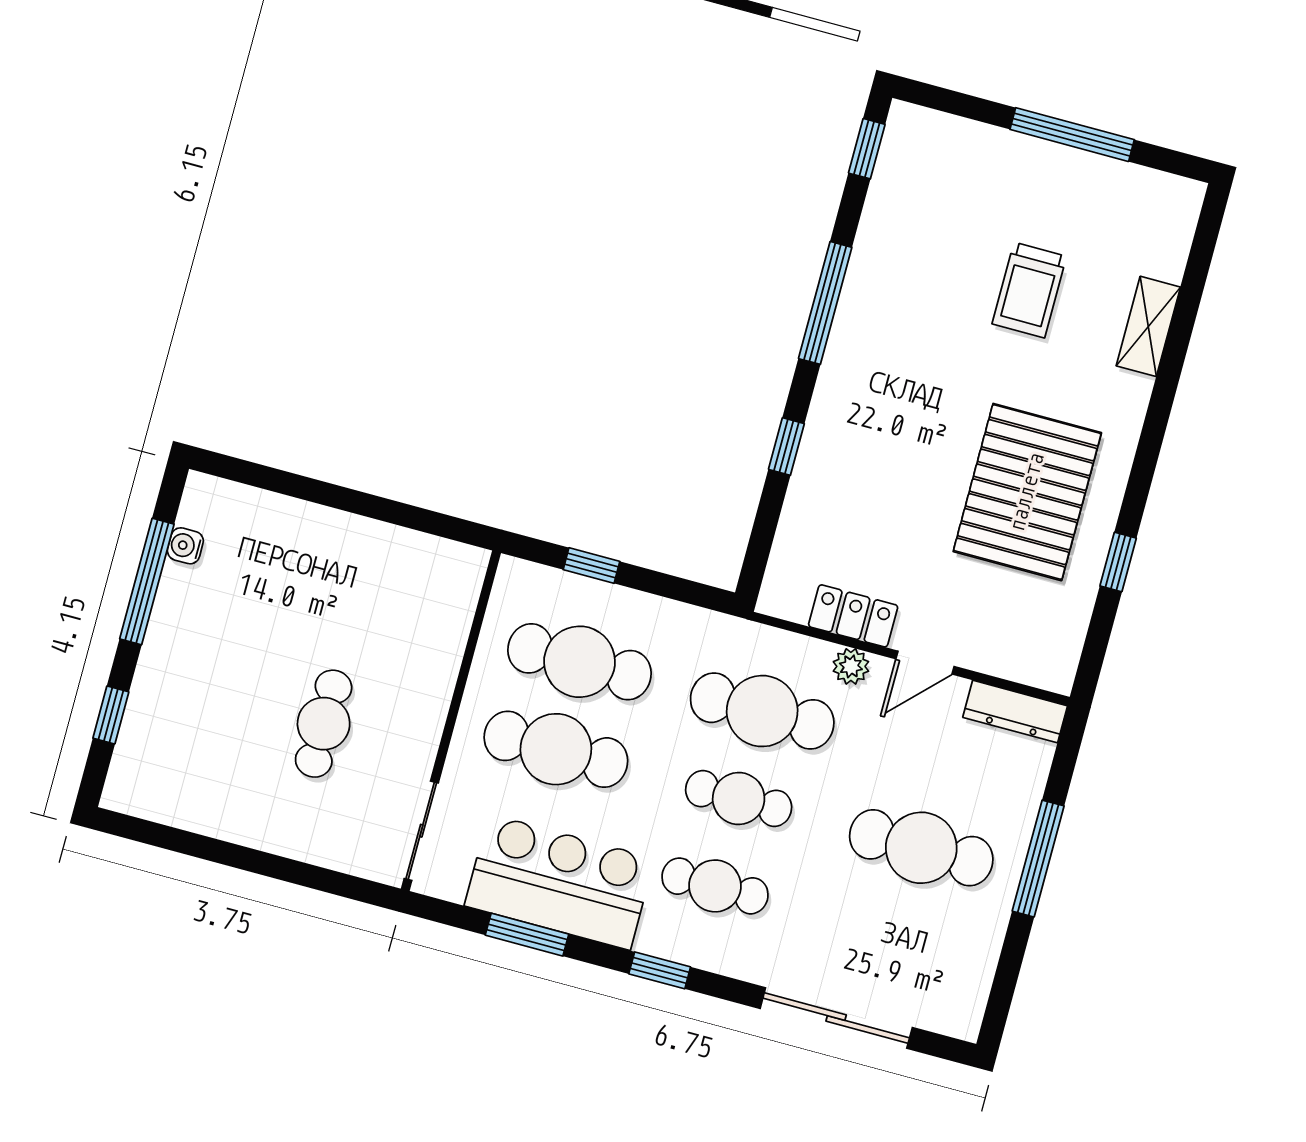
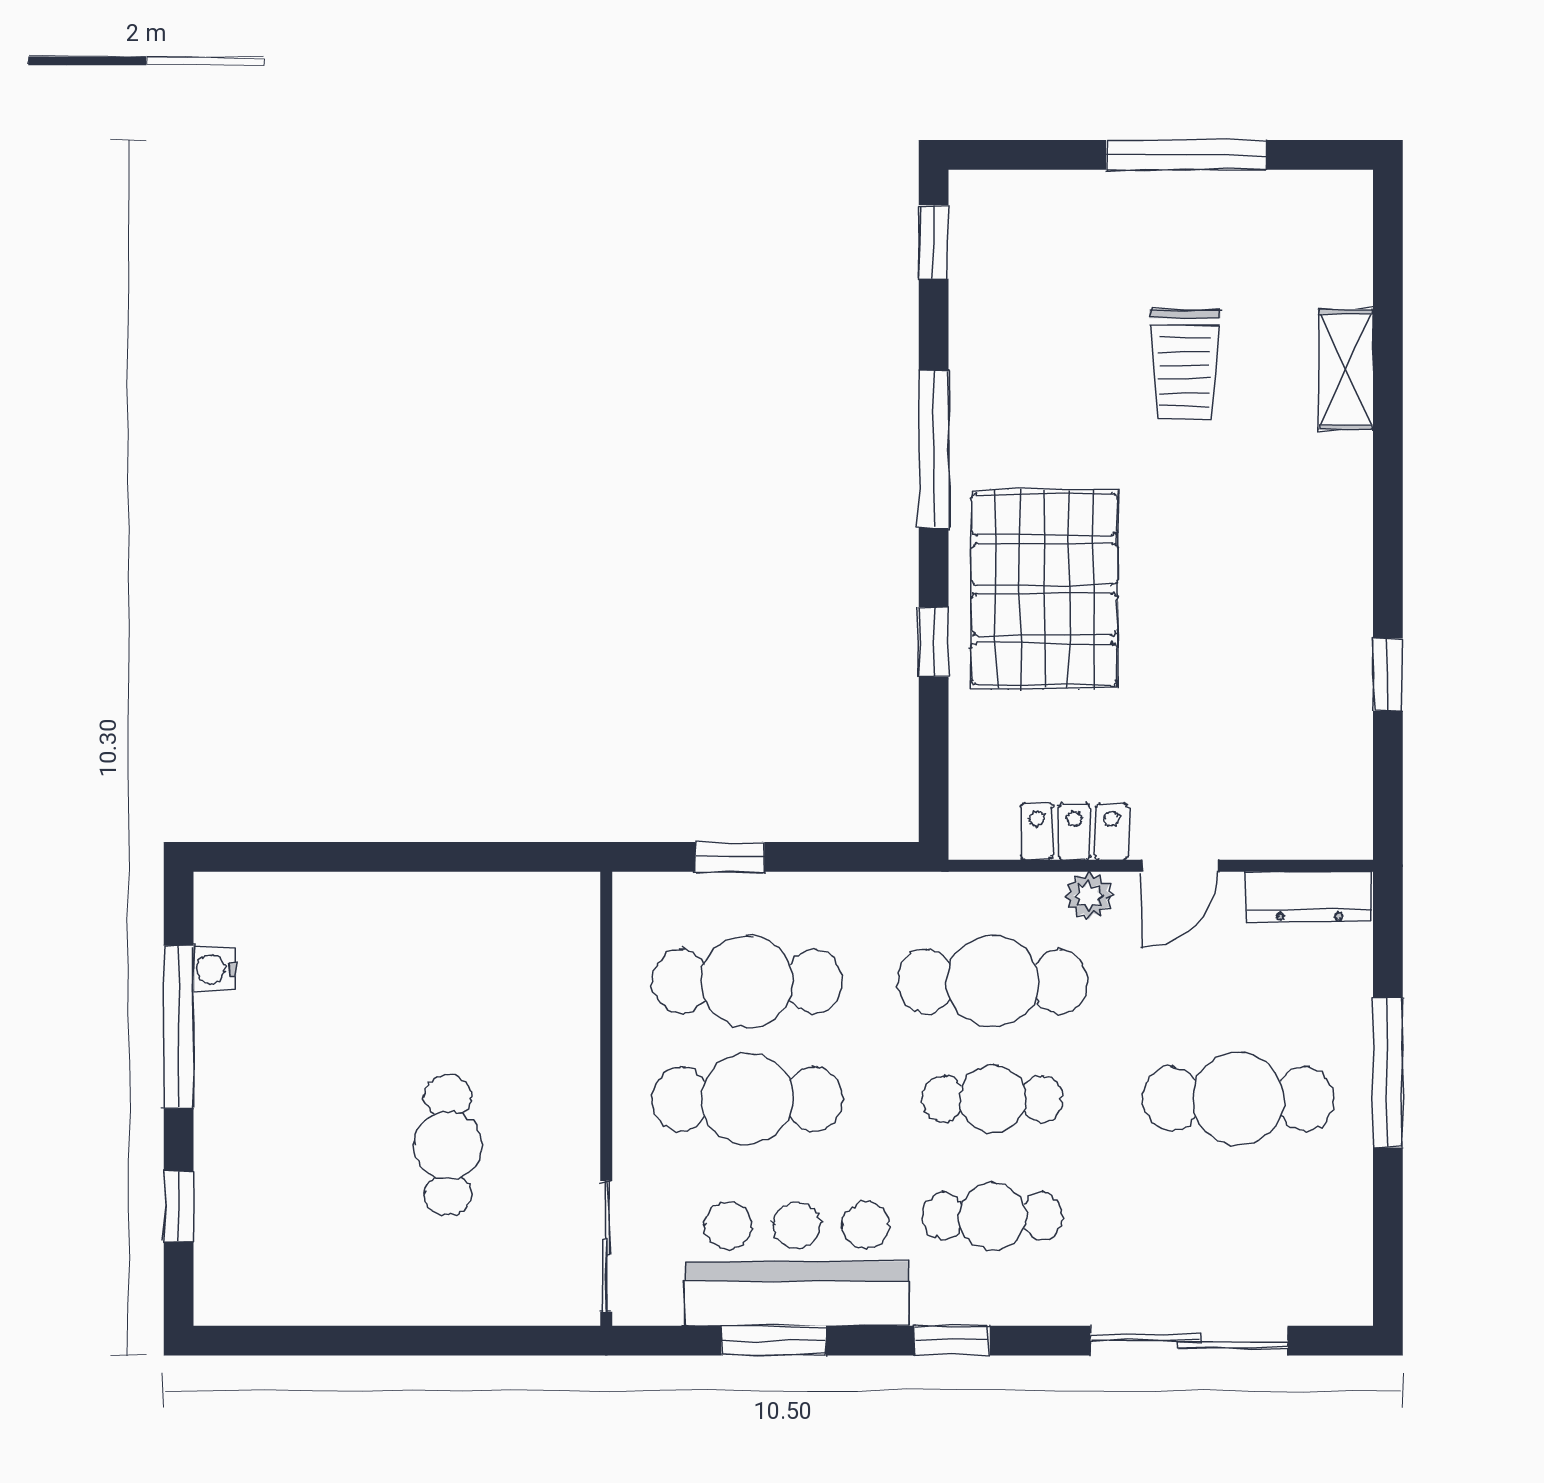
pallet: (1027, 492) -> (1044, 589), moved

